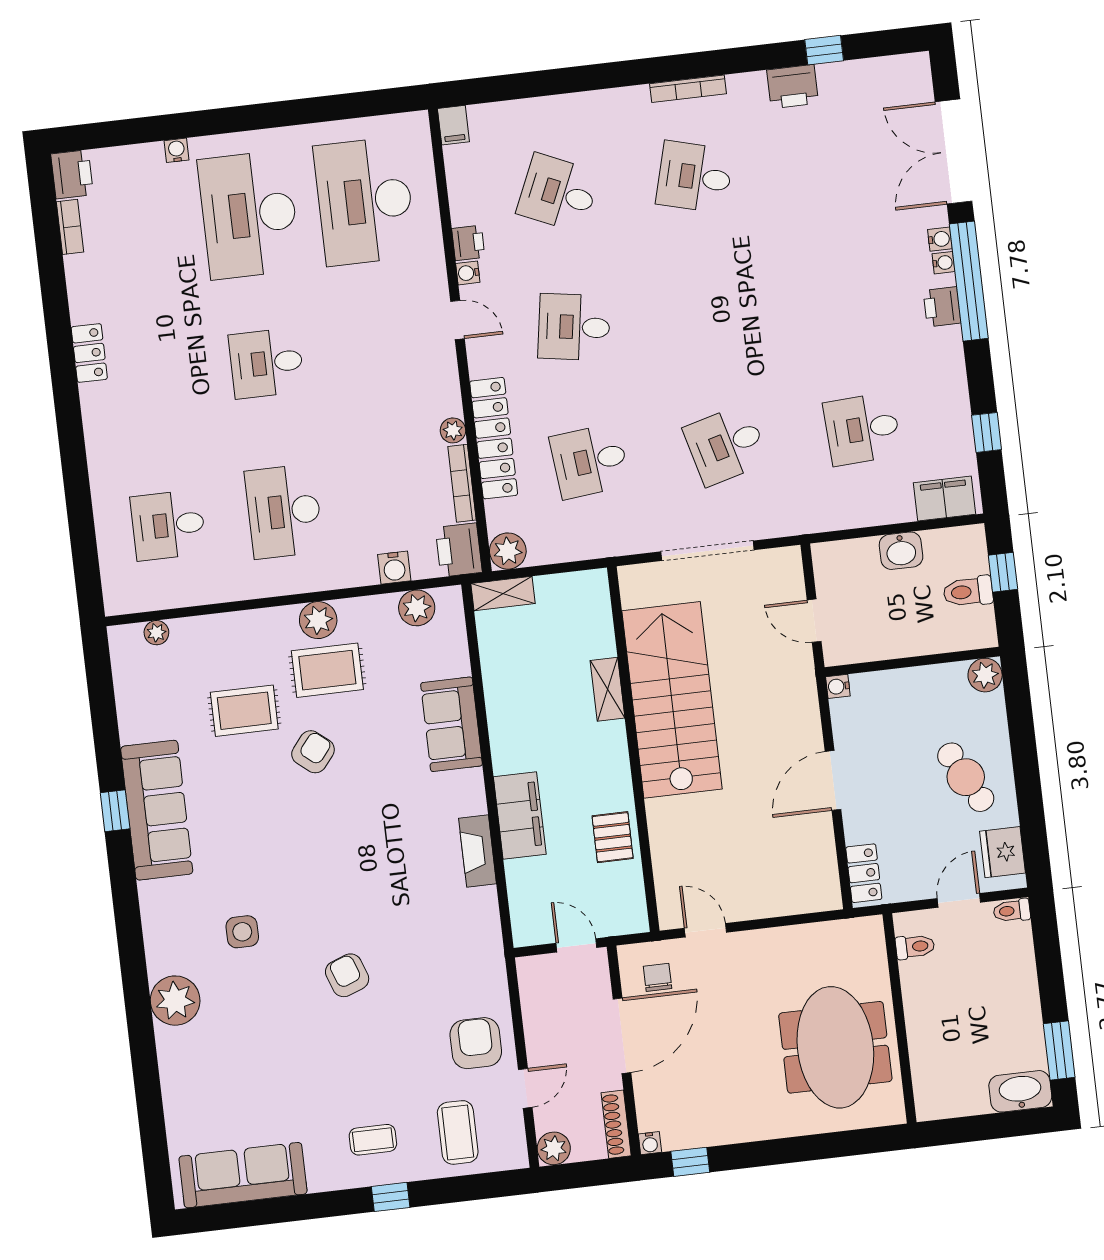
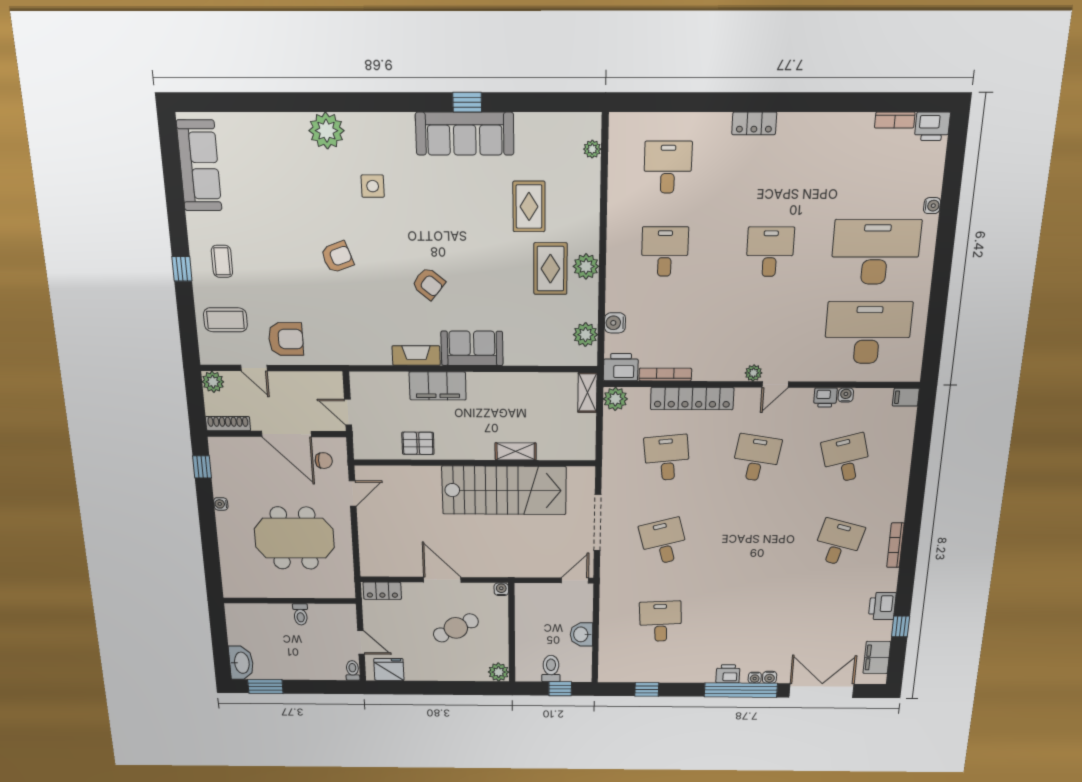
desk: (558, 193) -> (846, 459), turned -39
water cooler: (468, 273) -> (846, 395), moved
locker: (89, 353) -> (754, 123), moved
plant: (453, 430) -> (753, 373), moved
filing cabinet: (944, 499) -> (877, 658), moved, turned 180
desk: (284, 512) -> (665, 252), width x0.73
door: (814, 621) -> (575, 581), moved
sofa: (452, 724) -> (472, 348), moved
armchair: (313, 752) -> (429, 284), moved
cafe table: (966, 777) -> (456, 628), moved
door: (576, 945) -> (348, 412), swing flipped
toilet: (915, 947) -> (300, 614), moved
meeting table: (835, 1047) -> (294, 538), moved
water cooler: (650, 1143) -> (221, 504), moved

